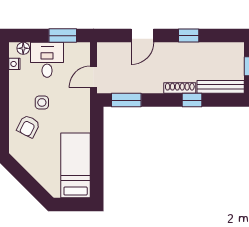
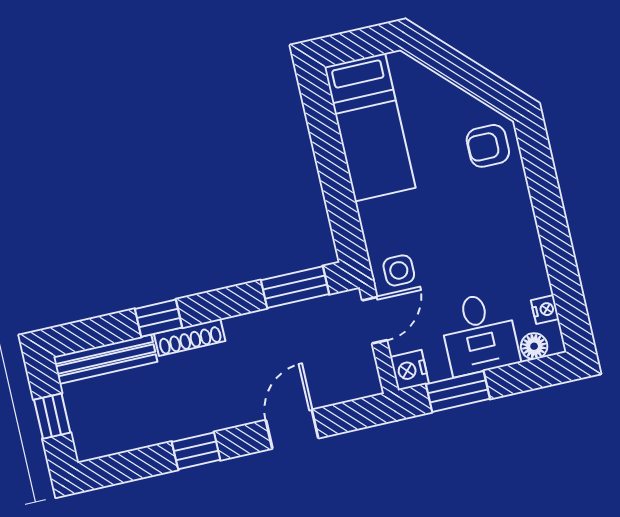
nightstand: (83, 50) -> (410, 370), added
side table: (42, 102) -> (399, 270), moved
armchair: (28, 126) -> (488, 146), moved, turned -117

